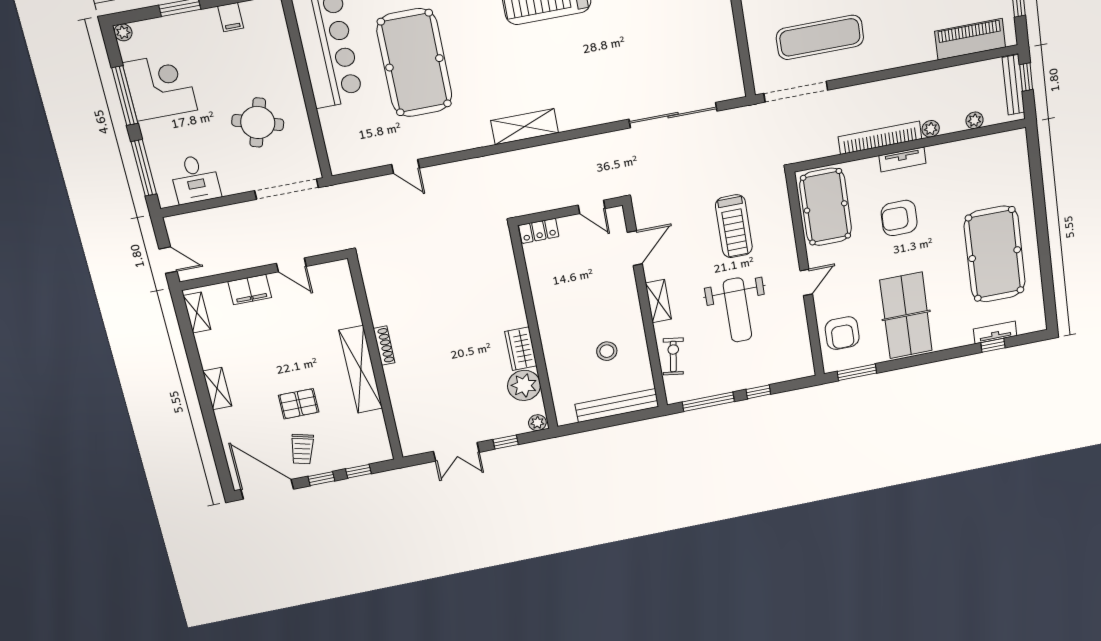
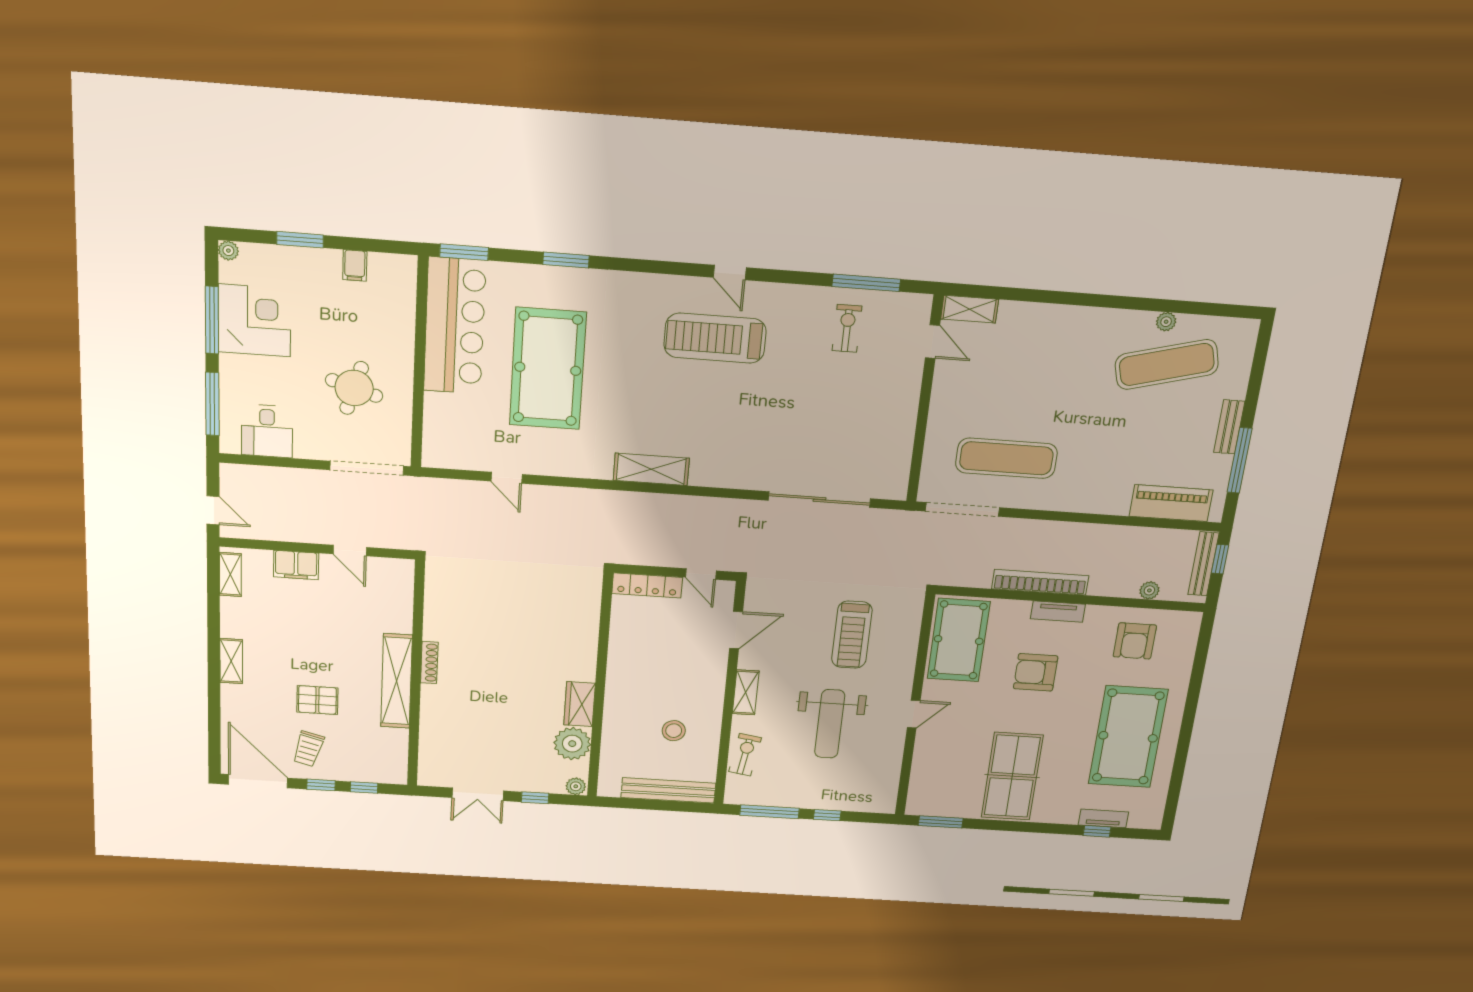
plant: (931, 129) -> (1099, 587), removed
locker: (539, 231) -> (647, 585), width x1.53
armchair: (842, 333) -> (1135, 641), moved

